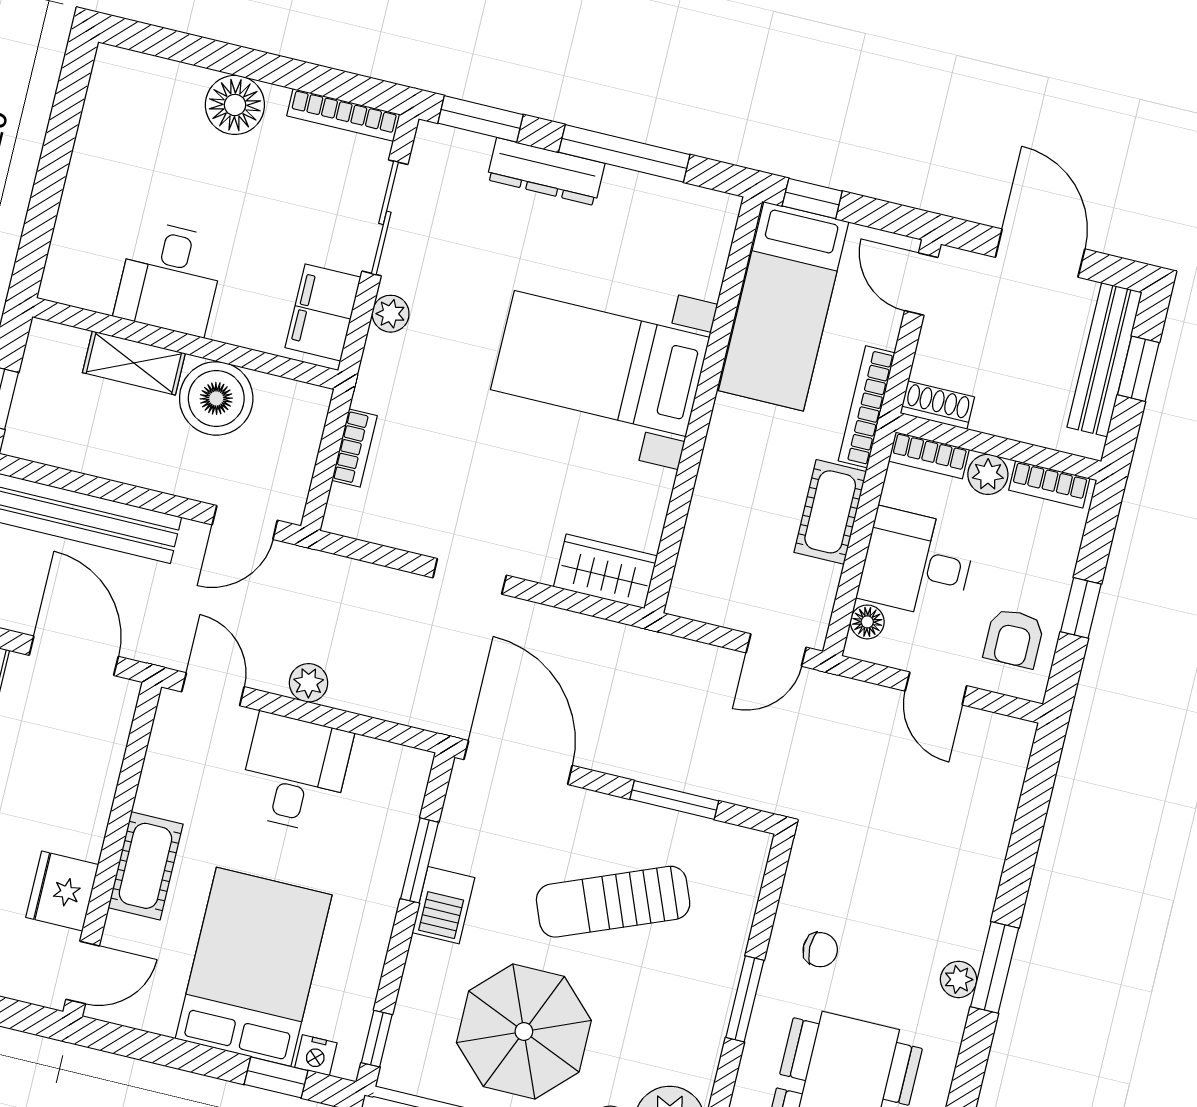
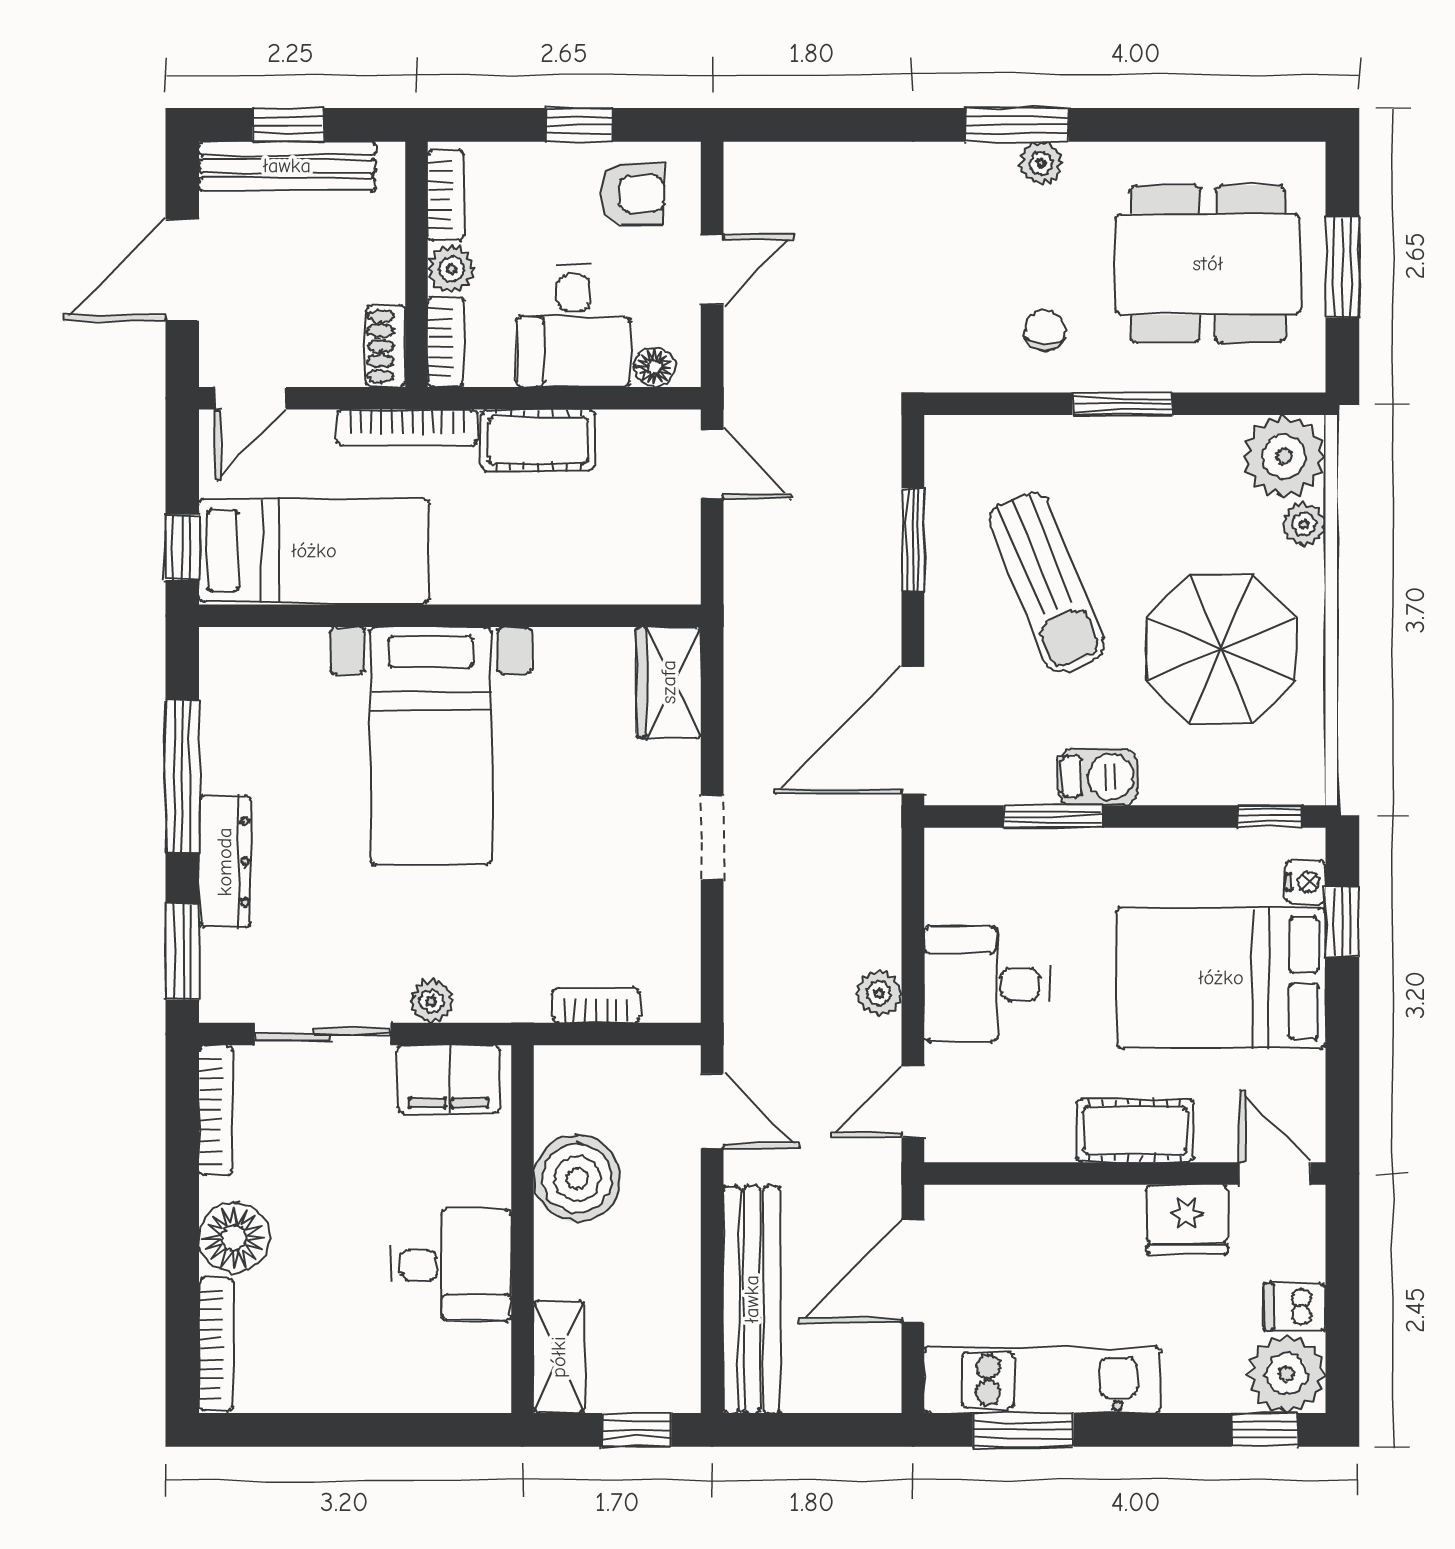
bookcase: (151, 69) -> (216, 1344), added
shelving: (134, 363) -> (559, 1357), moved

